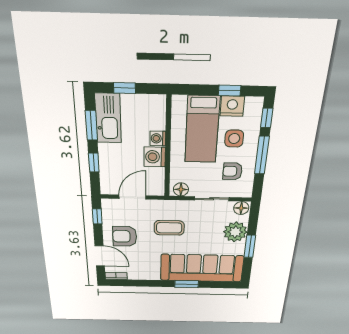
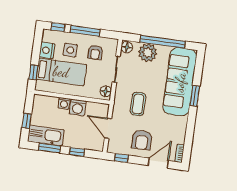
window: (230, 91) -> (33, 72), moved
window: (250, 246) -> (163, 42), width x2.11

